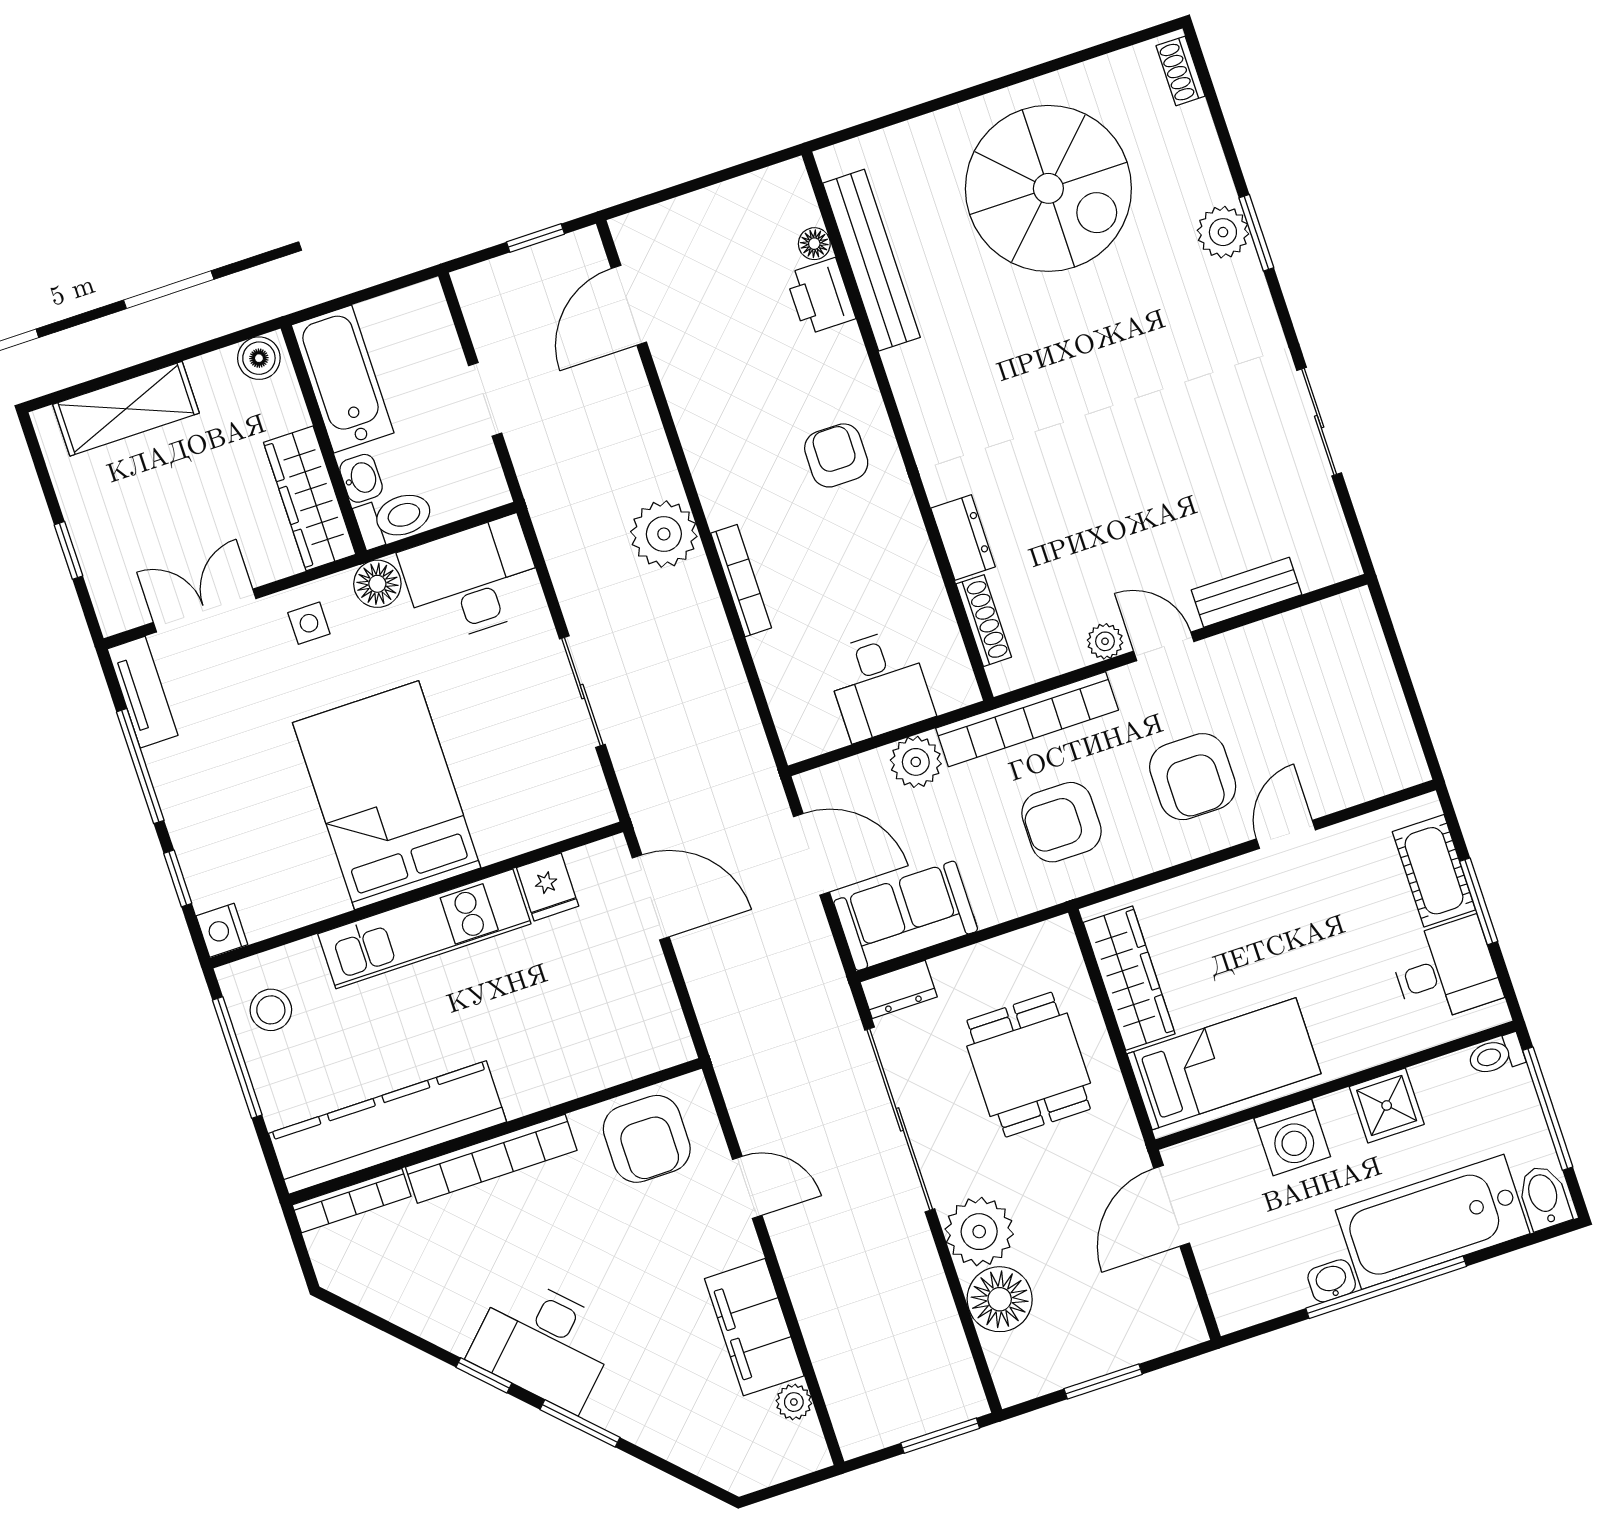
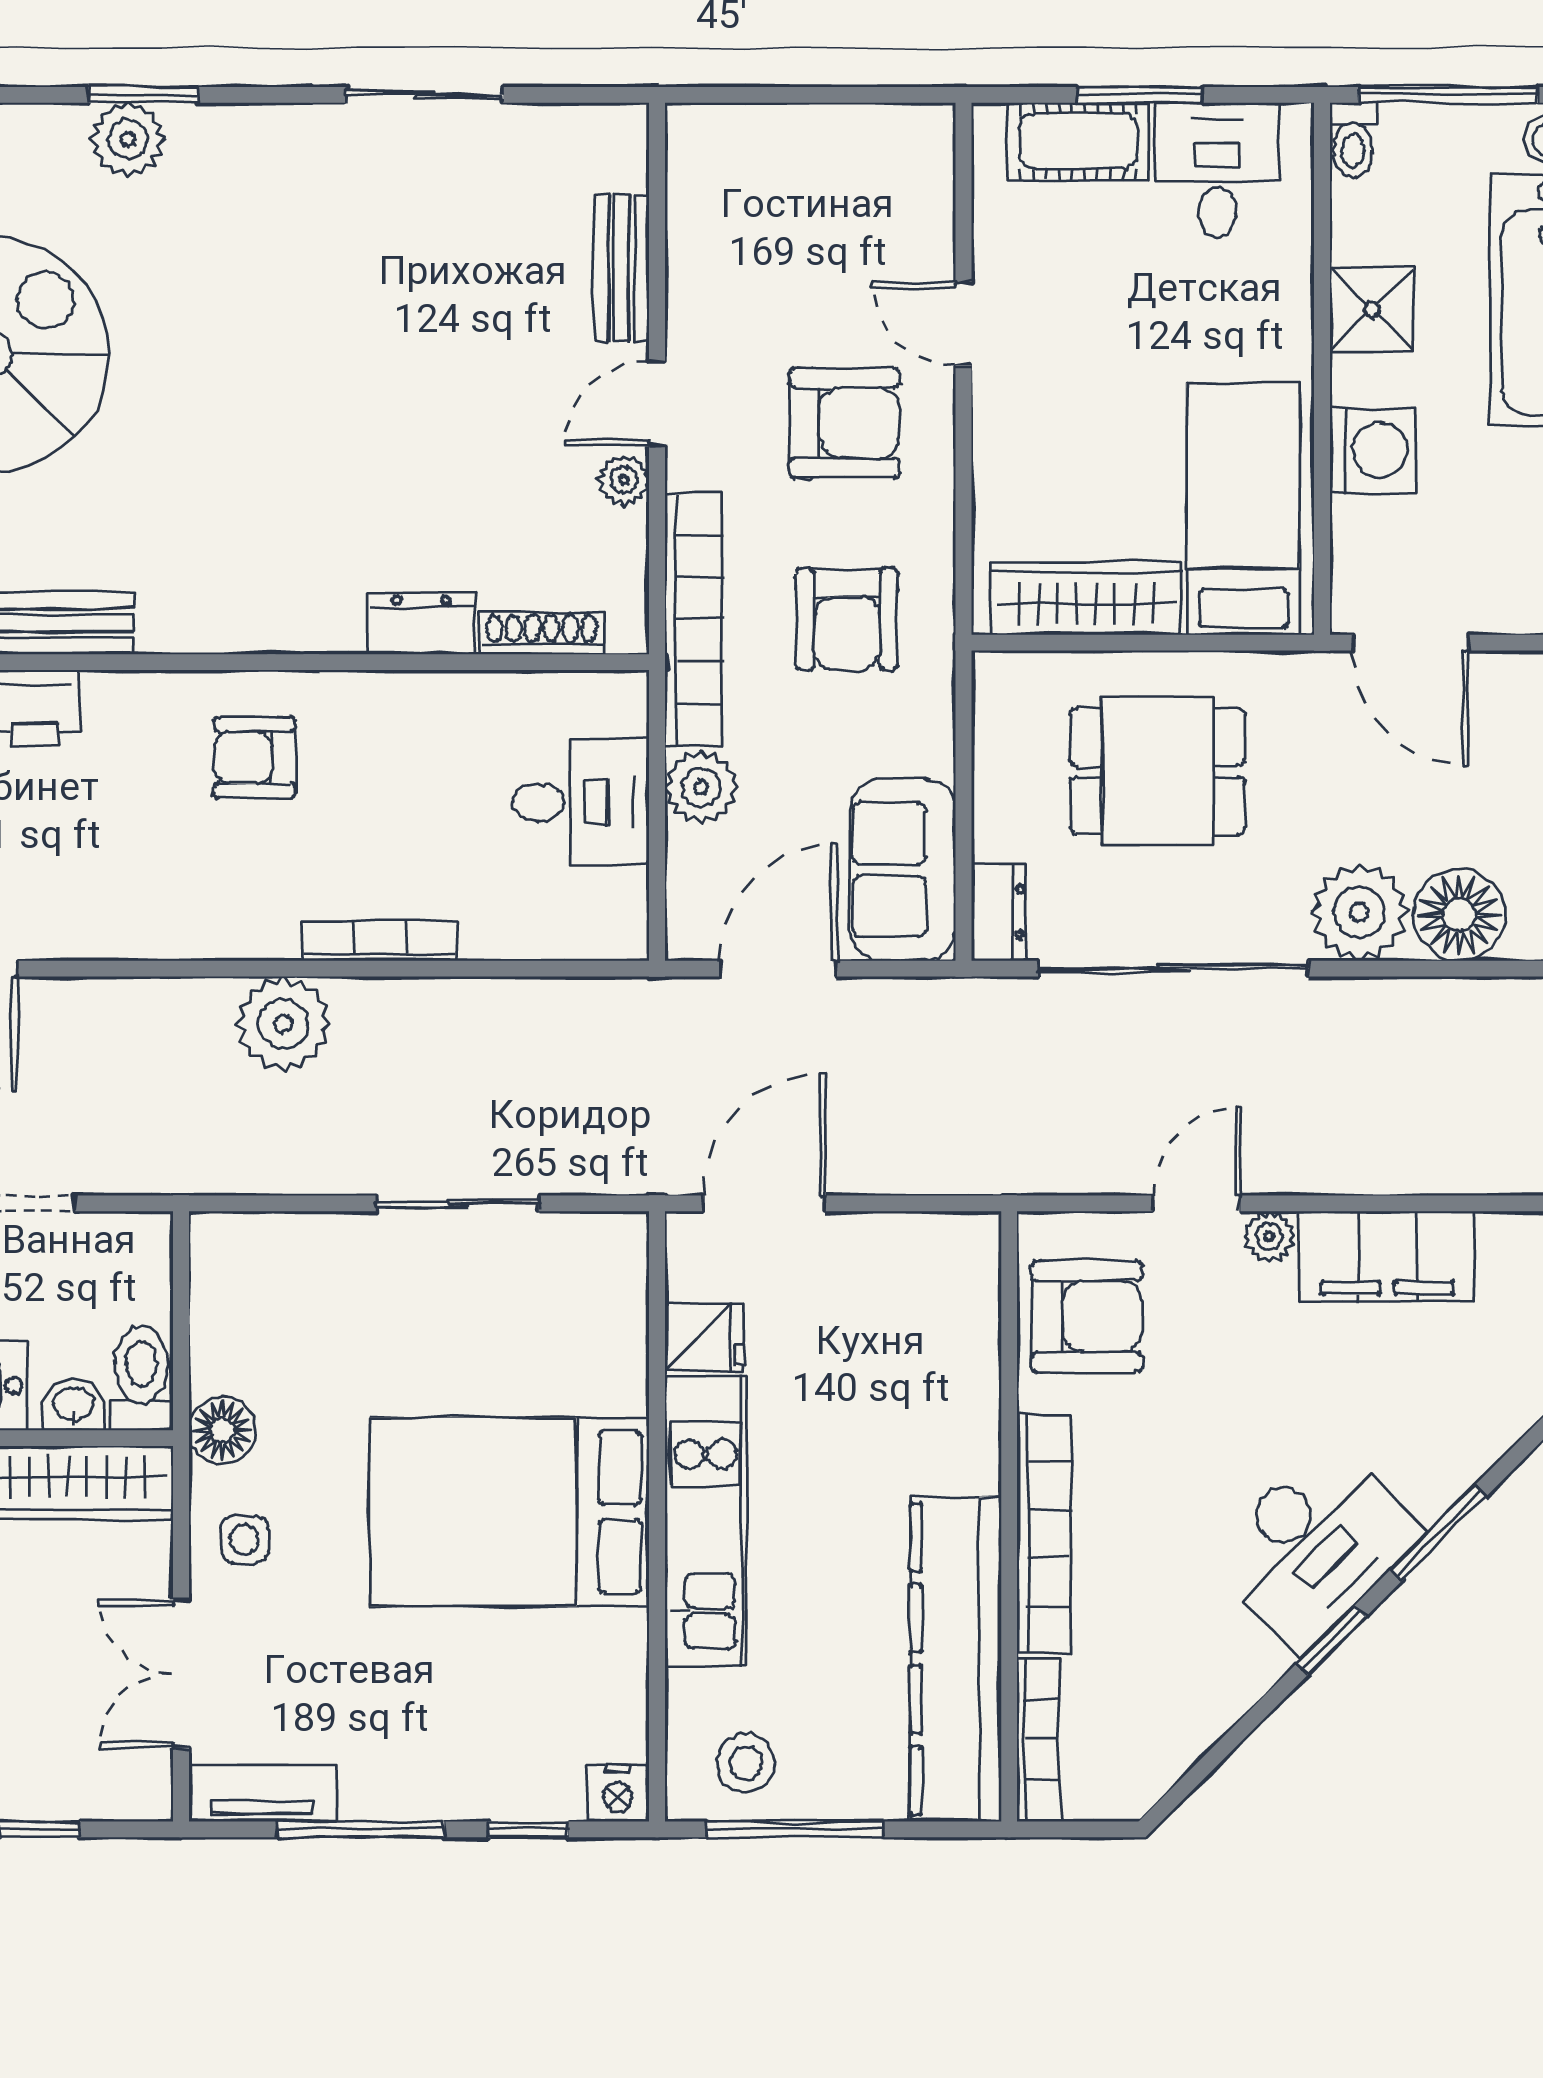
desk: (472, 580) -> (260, 1301), removed
plant: (794, 1402) -> (1269, 1237), moved

